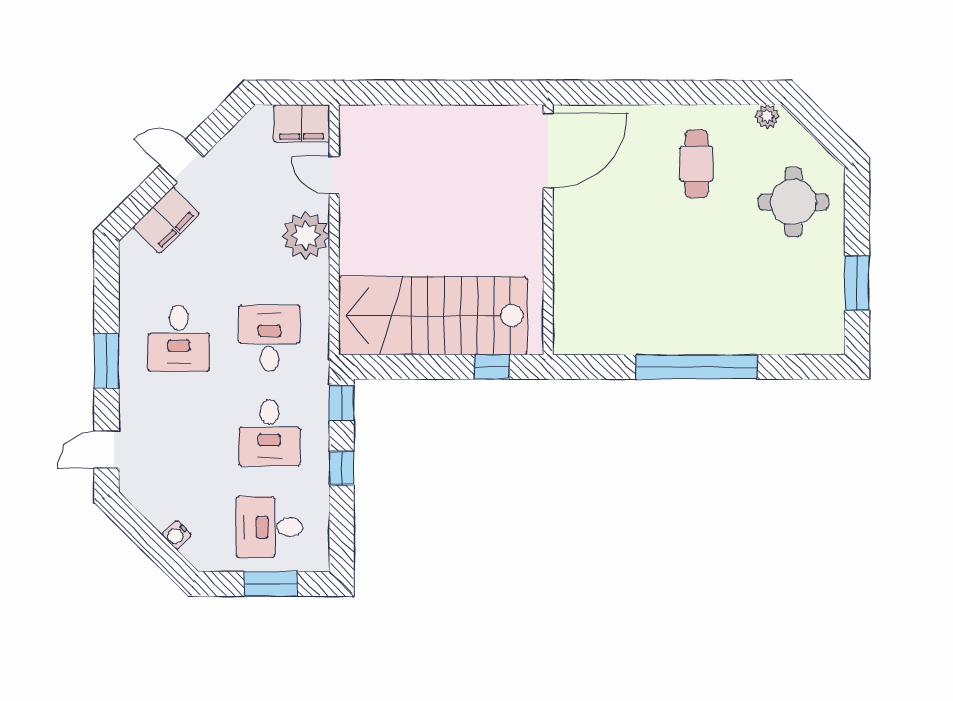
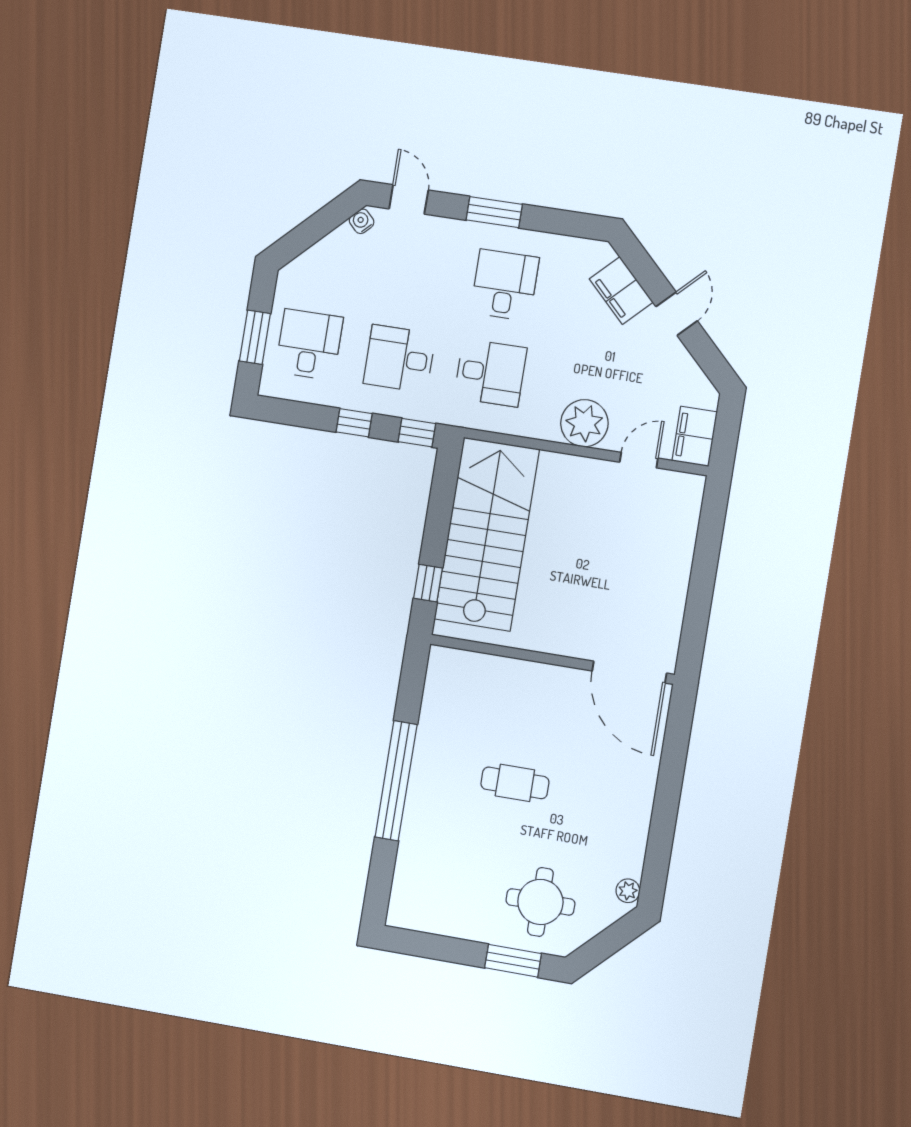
cafe table: (696, 164) -> (515, 783), moved
window: (857, 283) -> (513, 961), moved
desk: (179, 338) -> (505, 285), turned 90
water cooler: (177, 535) -> (362, 221), moved

